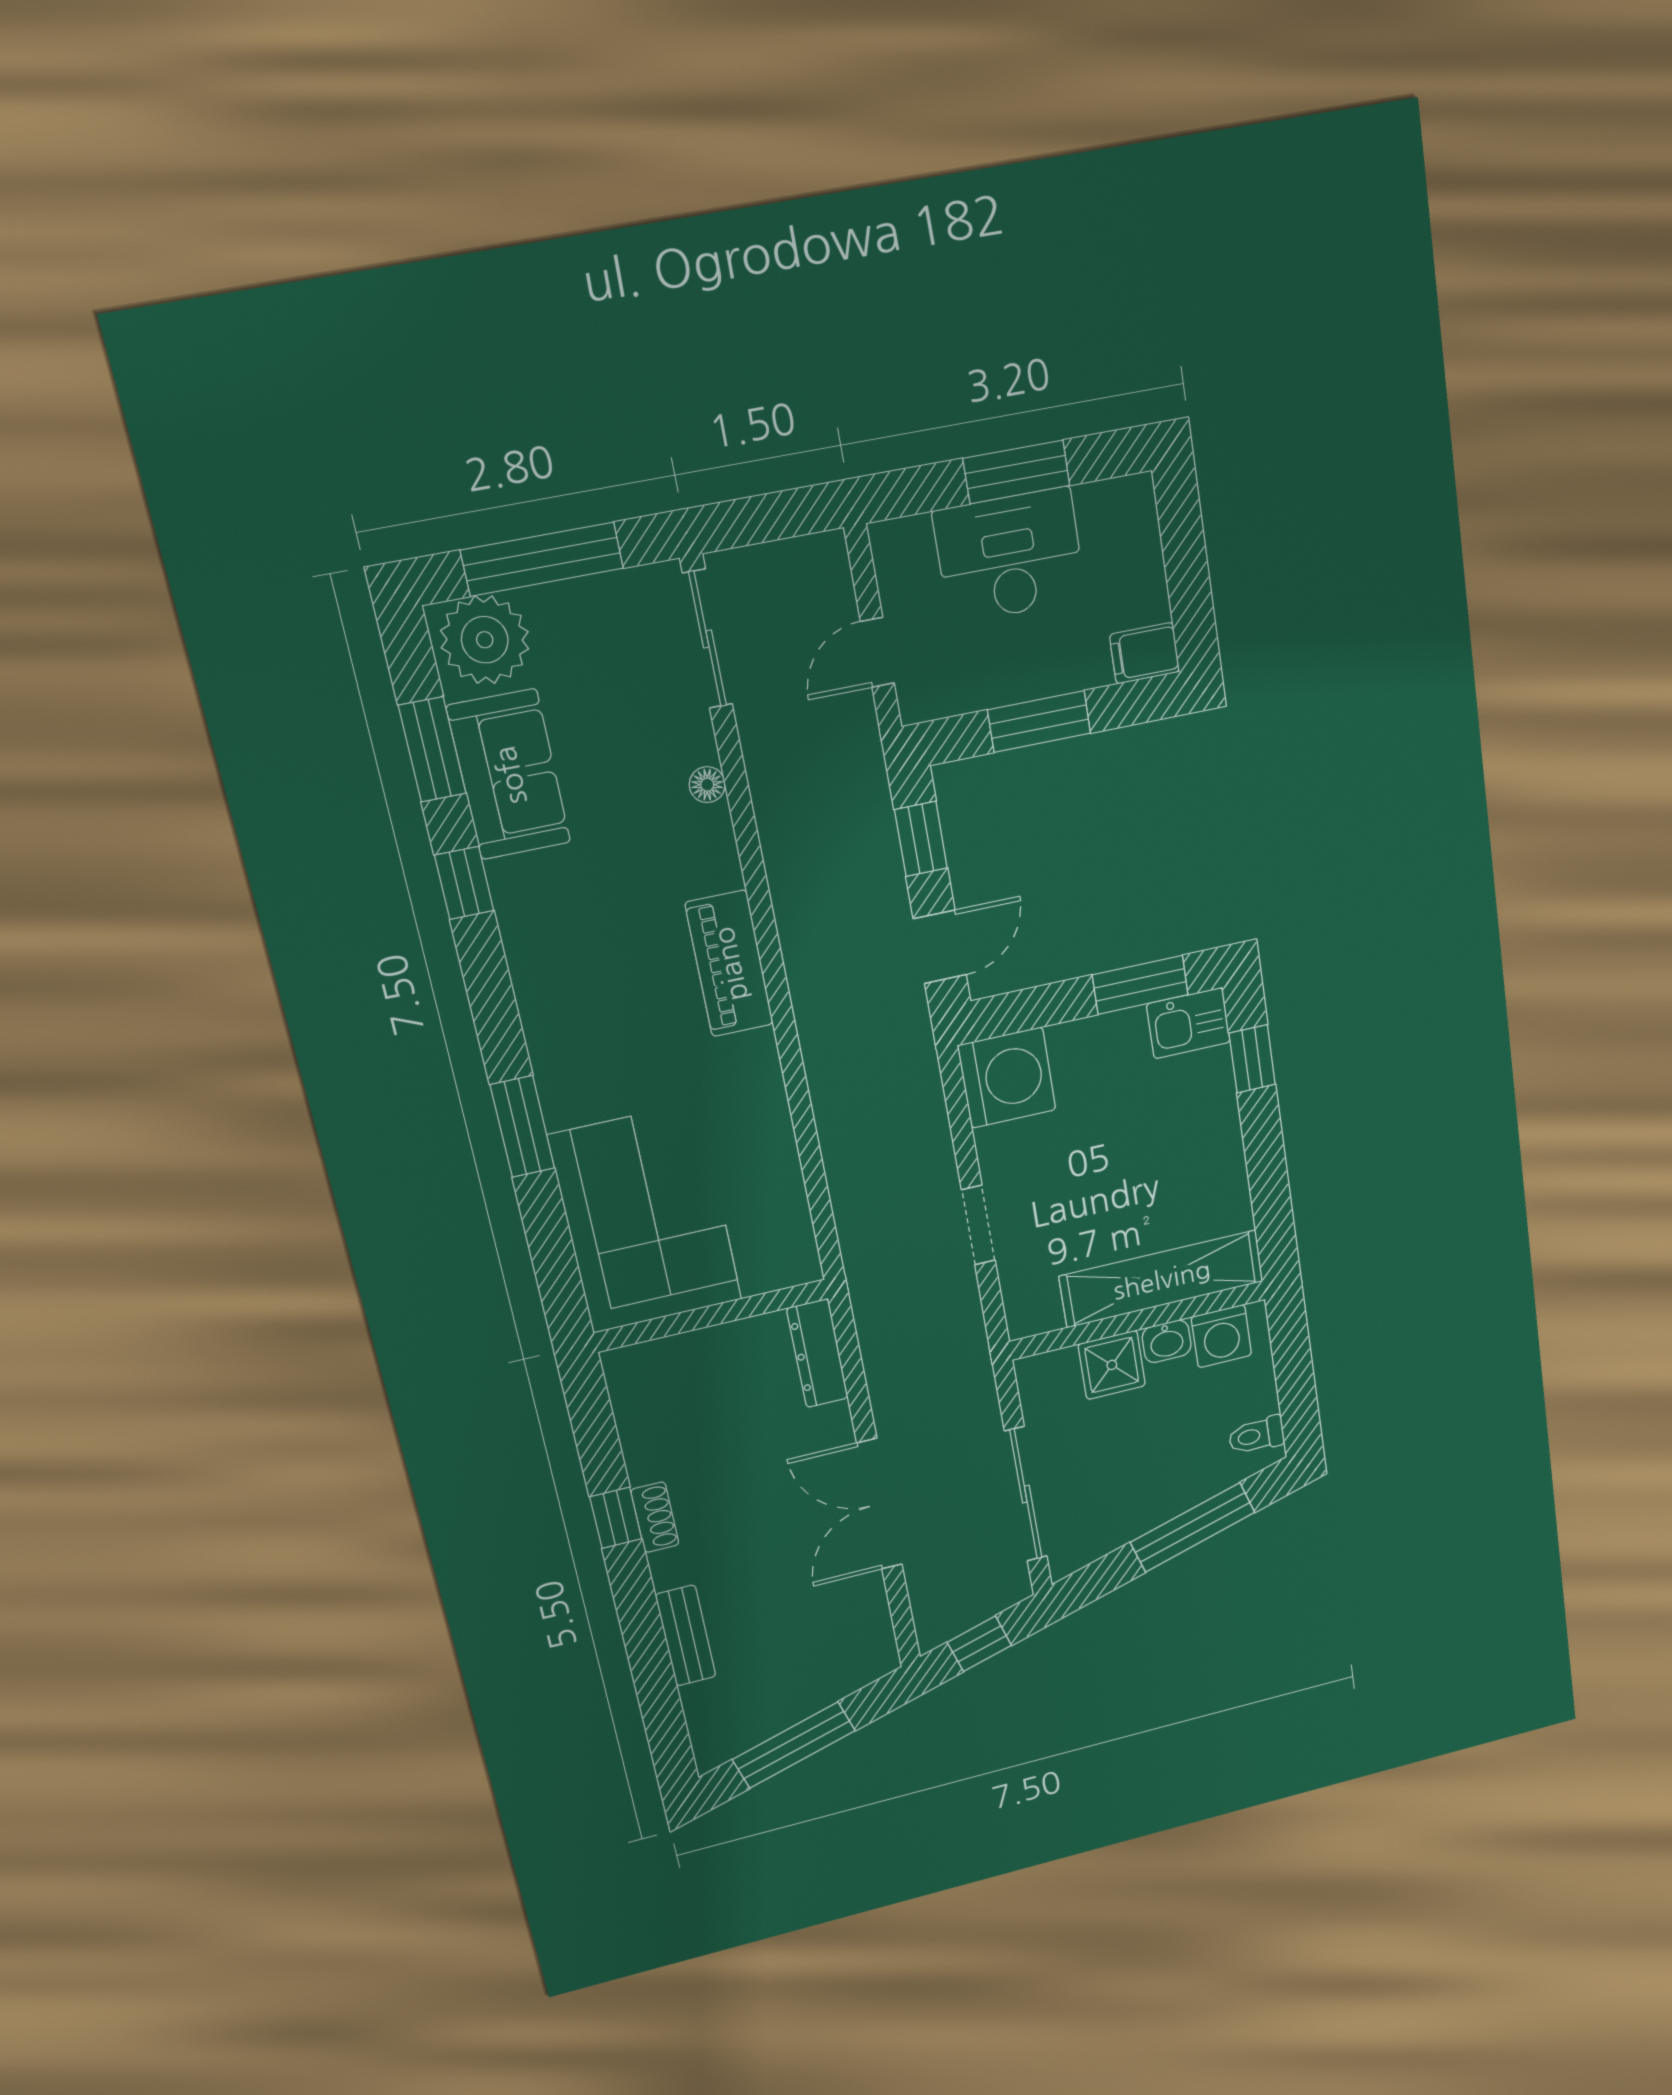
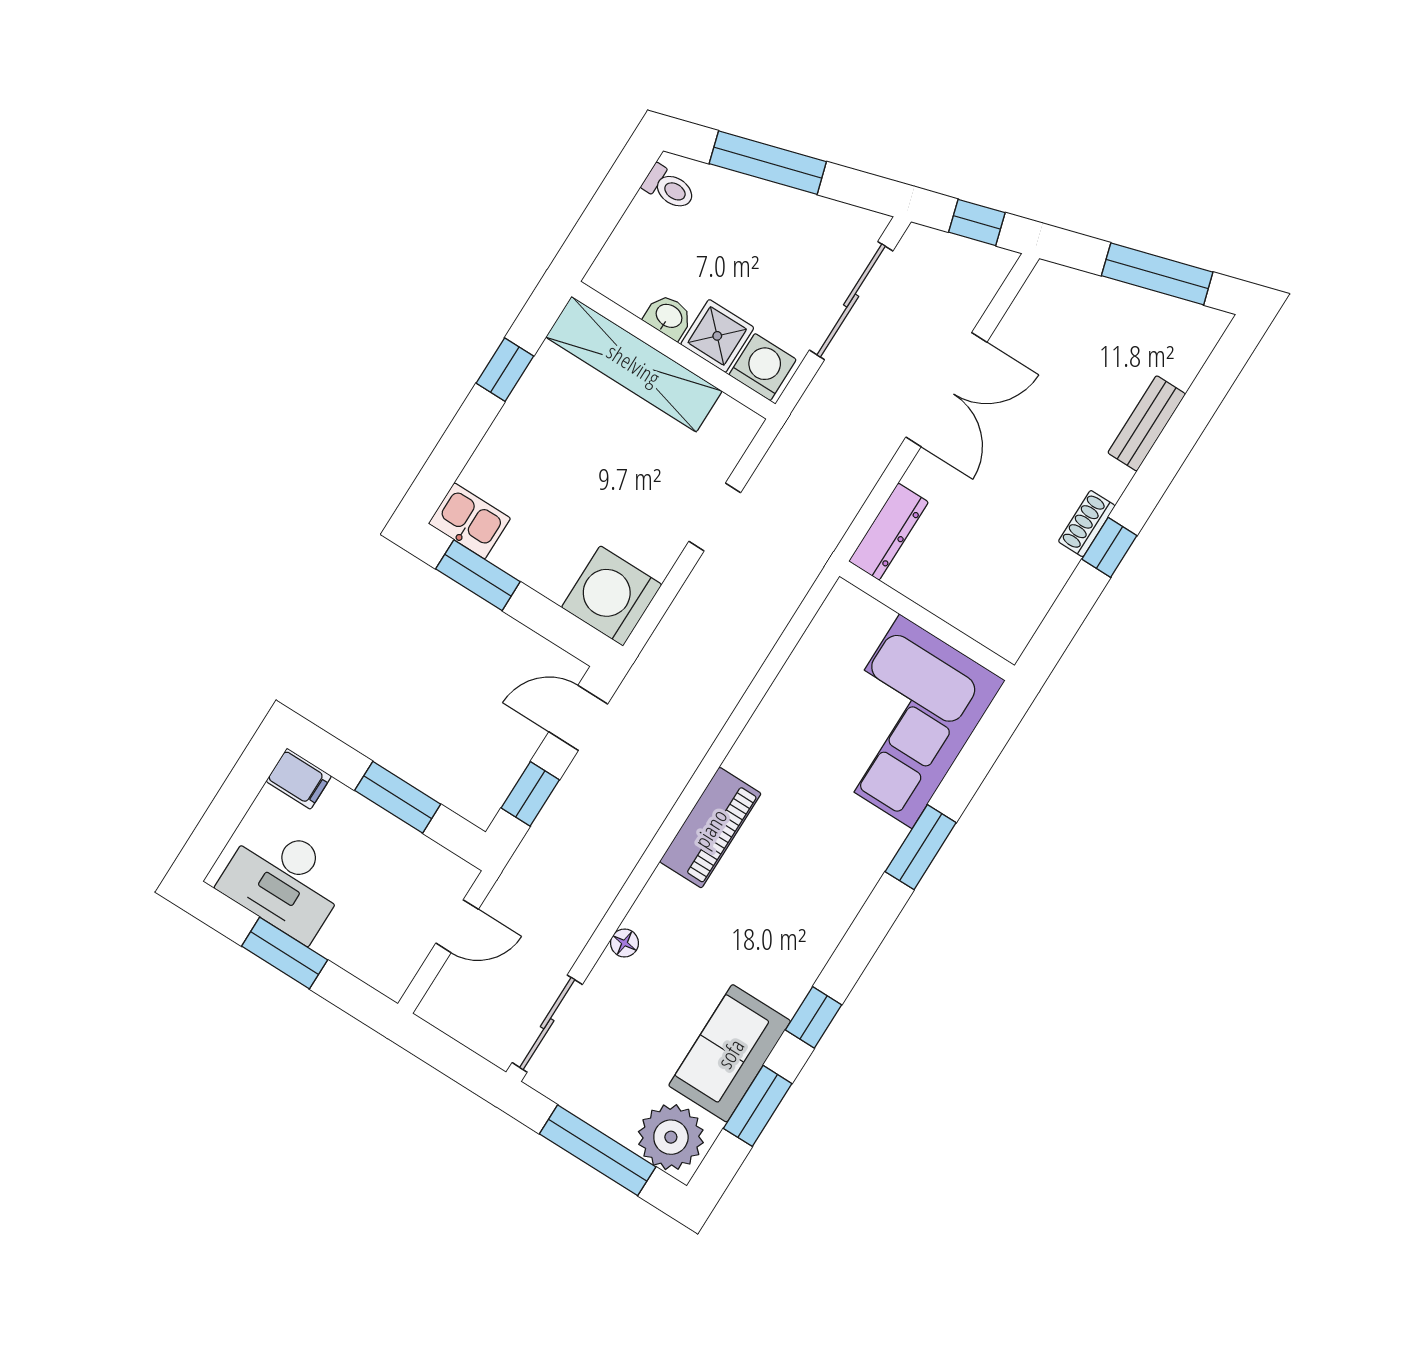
desk: (1010, 556) -> (284, 881), moved
window: (1252, 1059) -> (505, 370), moved
washing machine: (1221, 1336) -> (763, 367), moved

